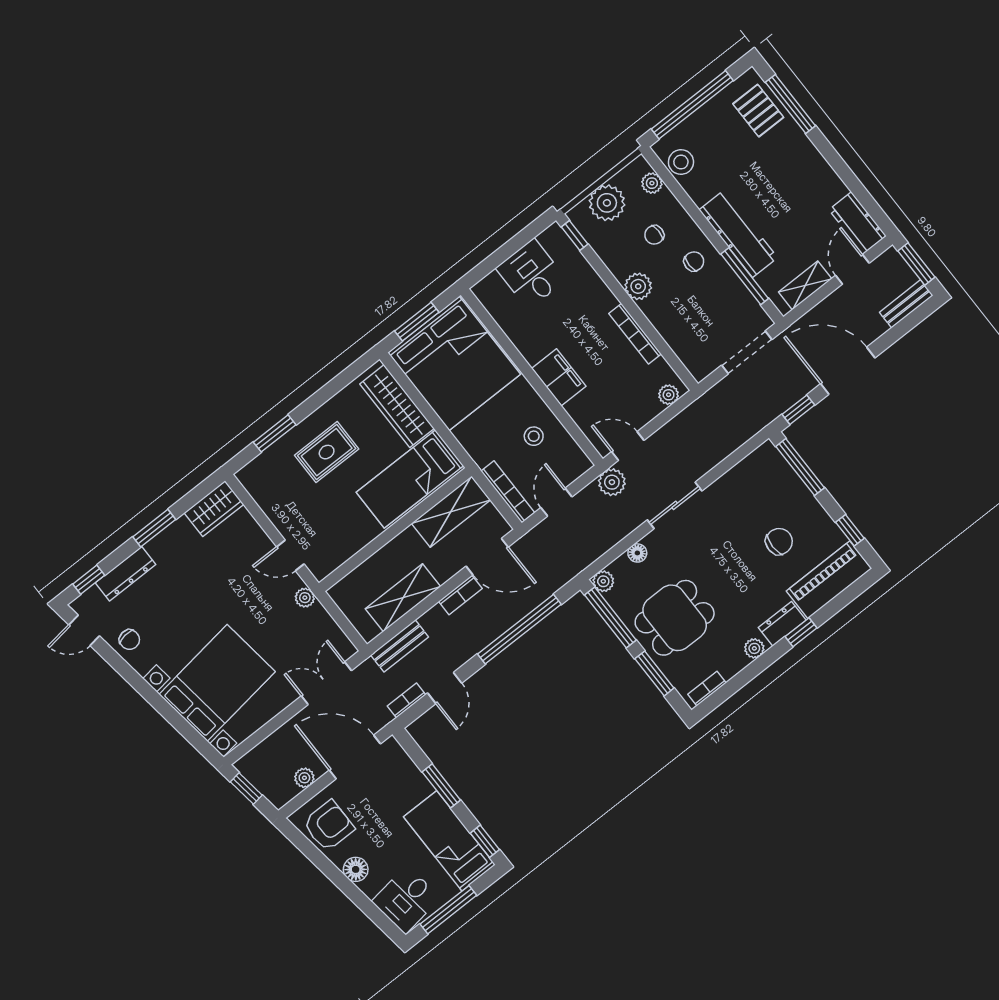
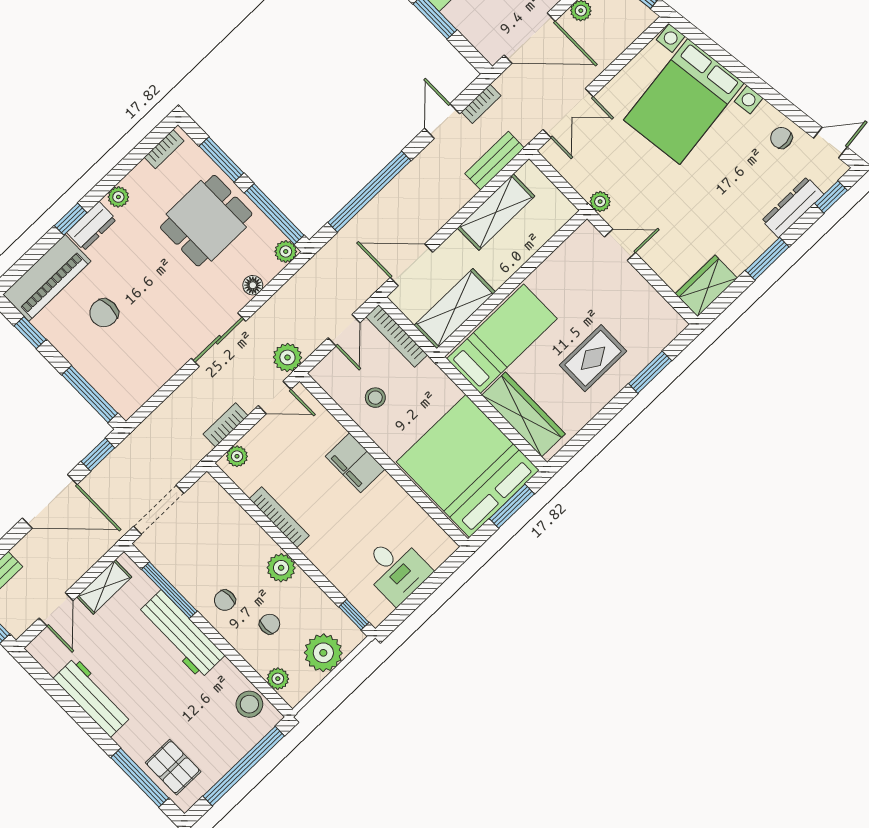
workbench: (857, 223) -> (93, 697), moved, width x1.38
bookcase: (460, 595) -> (226, 425), moved

